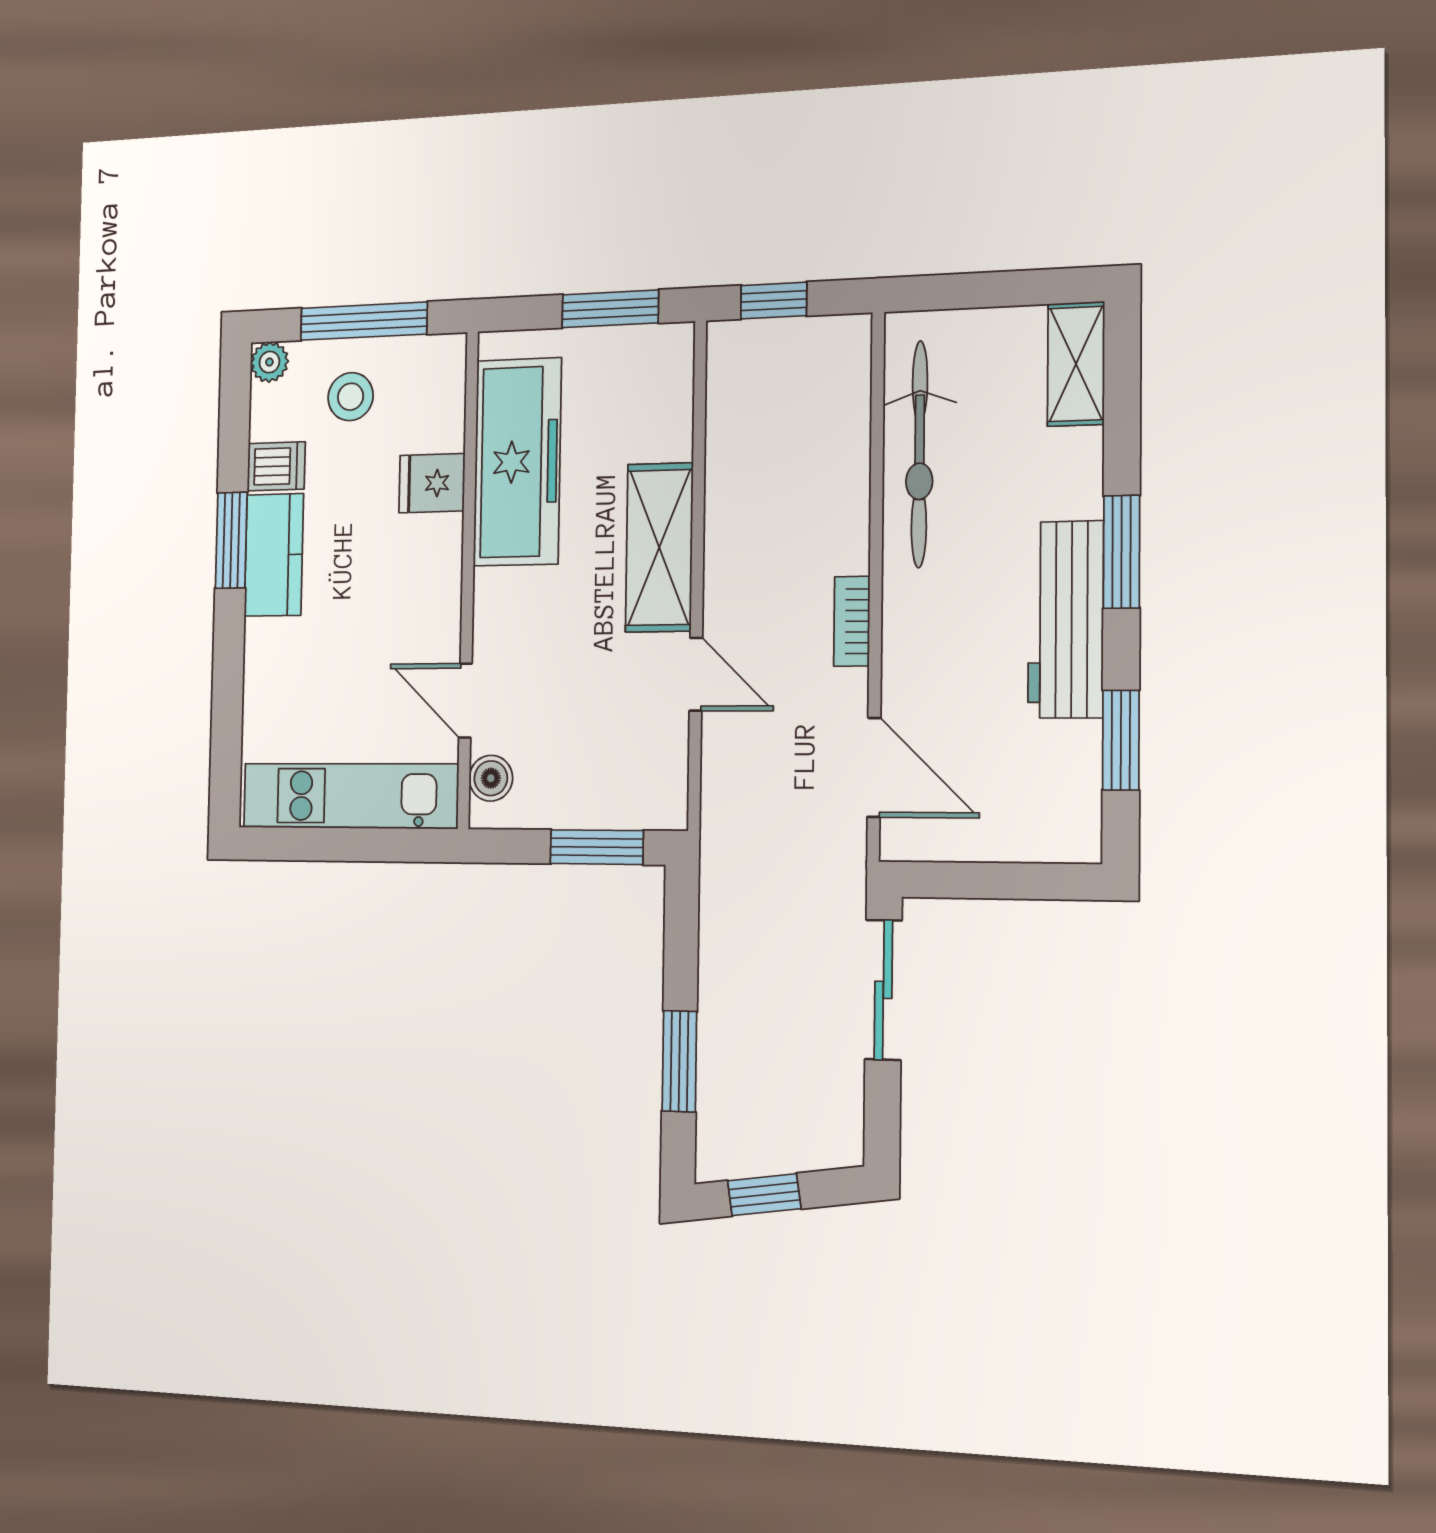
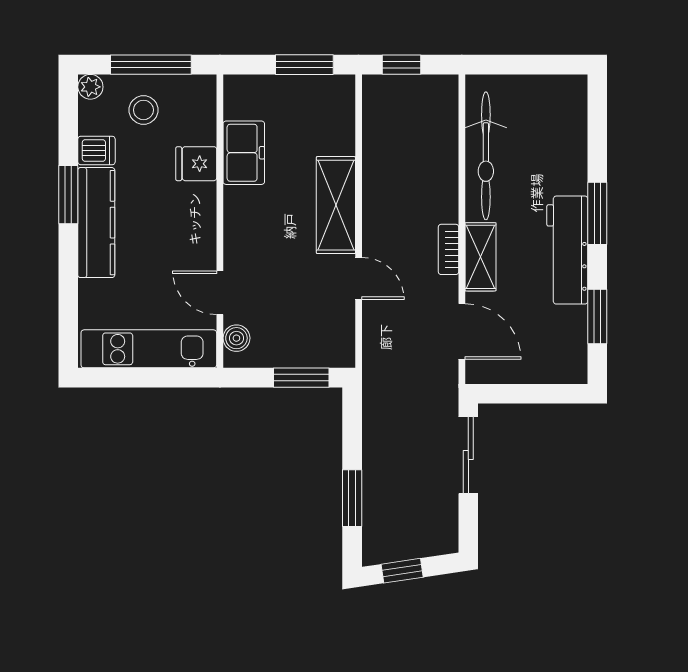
shelving: (1076, 364) -> (480, 257), moved
freezer: (517, 462) -> (244, 153), width x0.52, depth x0.79
kitchen counter: (274, 555) -> (96, 223), width x1.50

